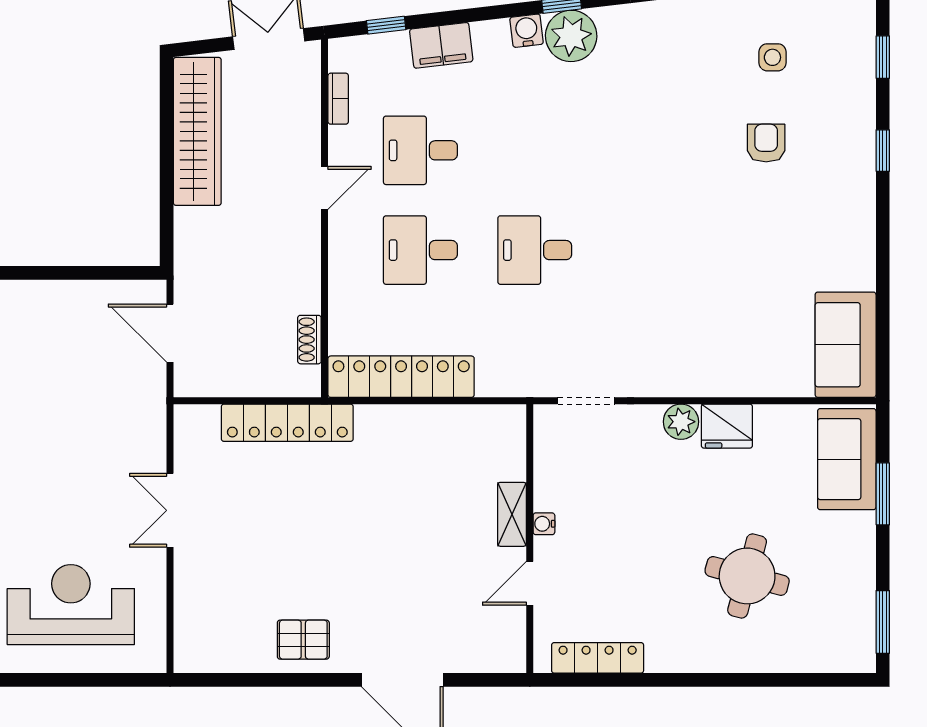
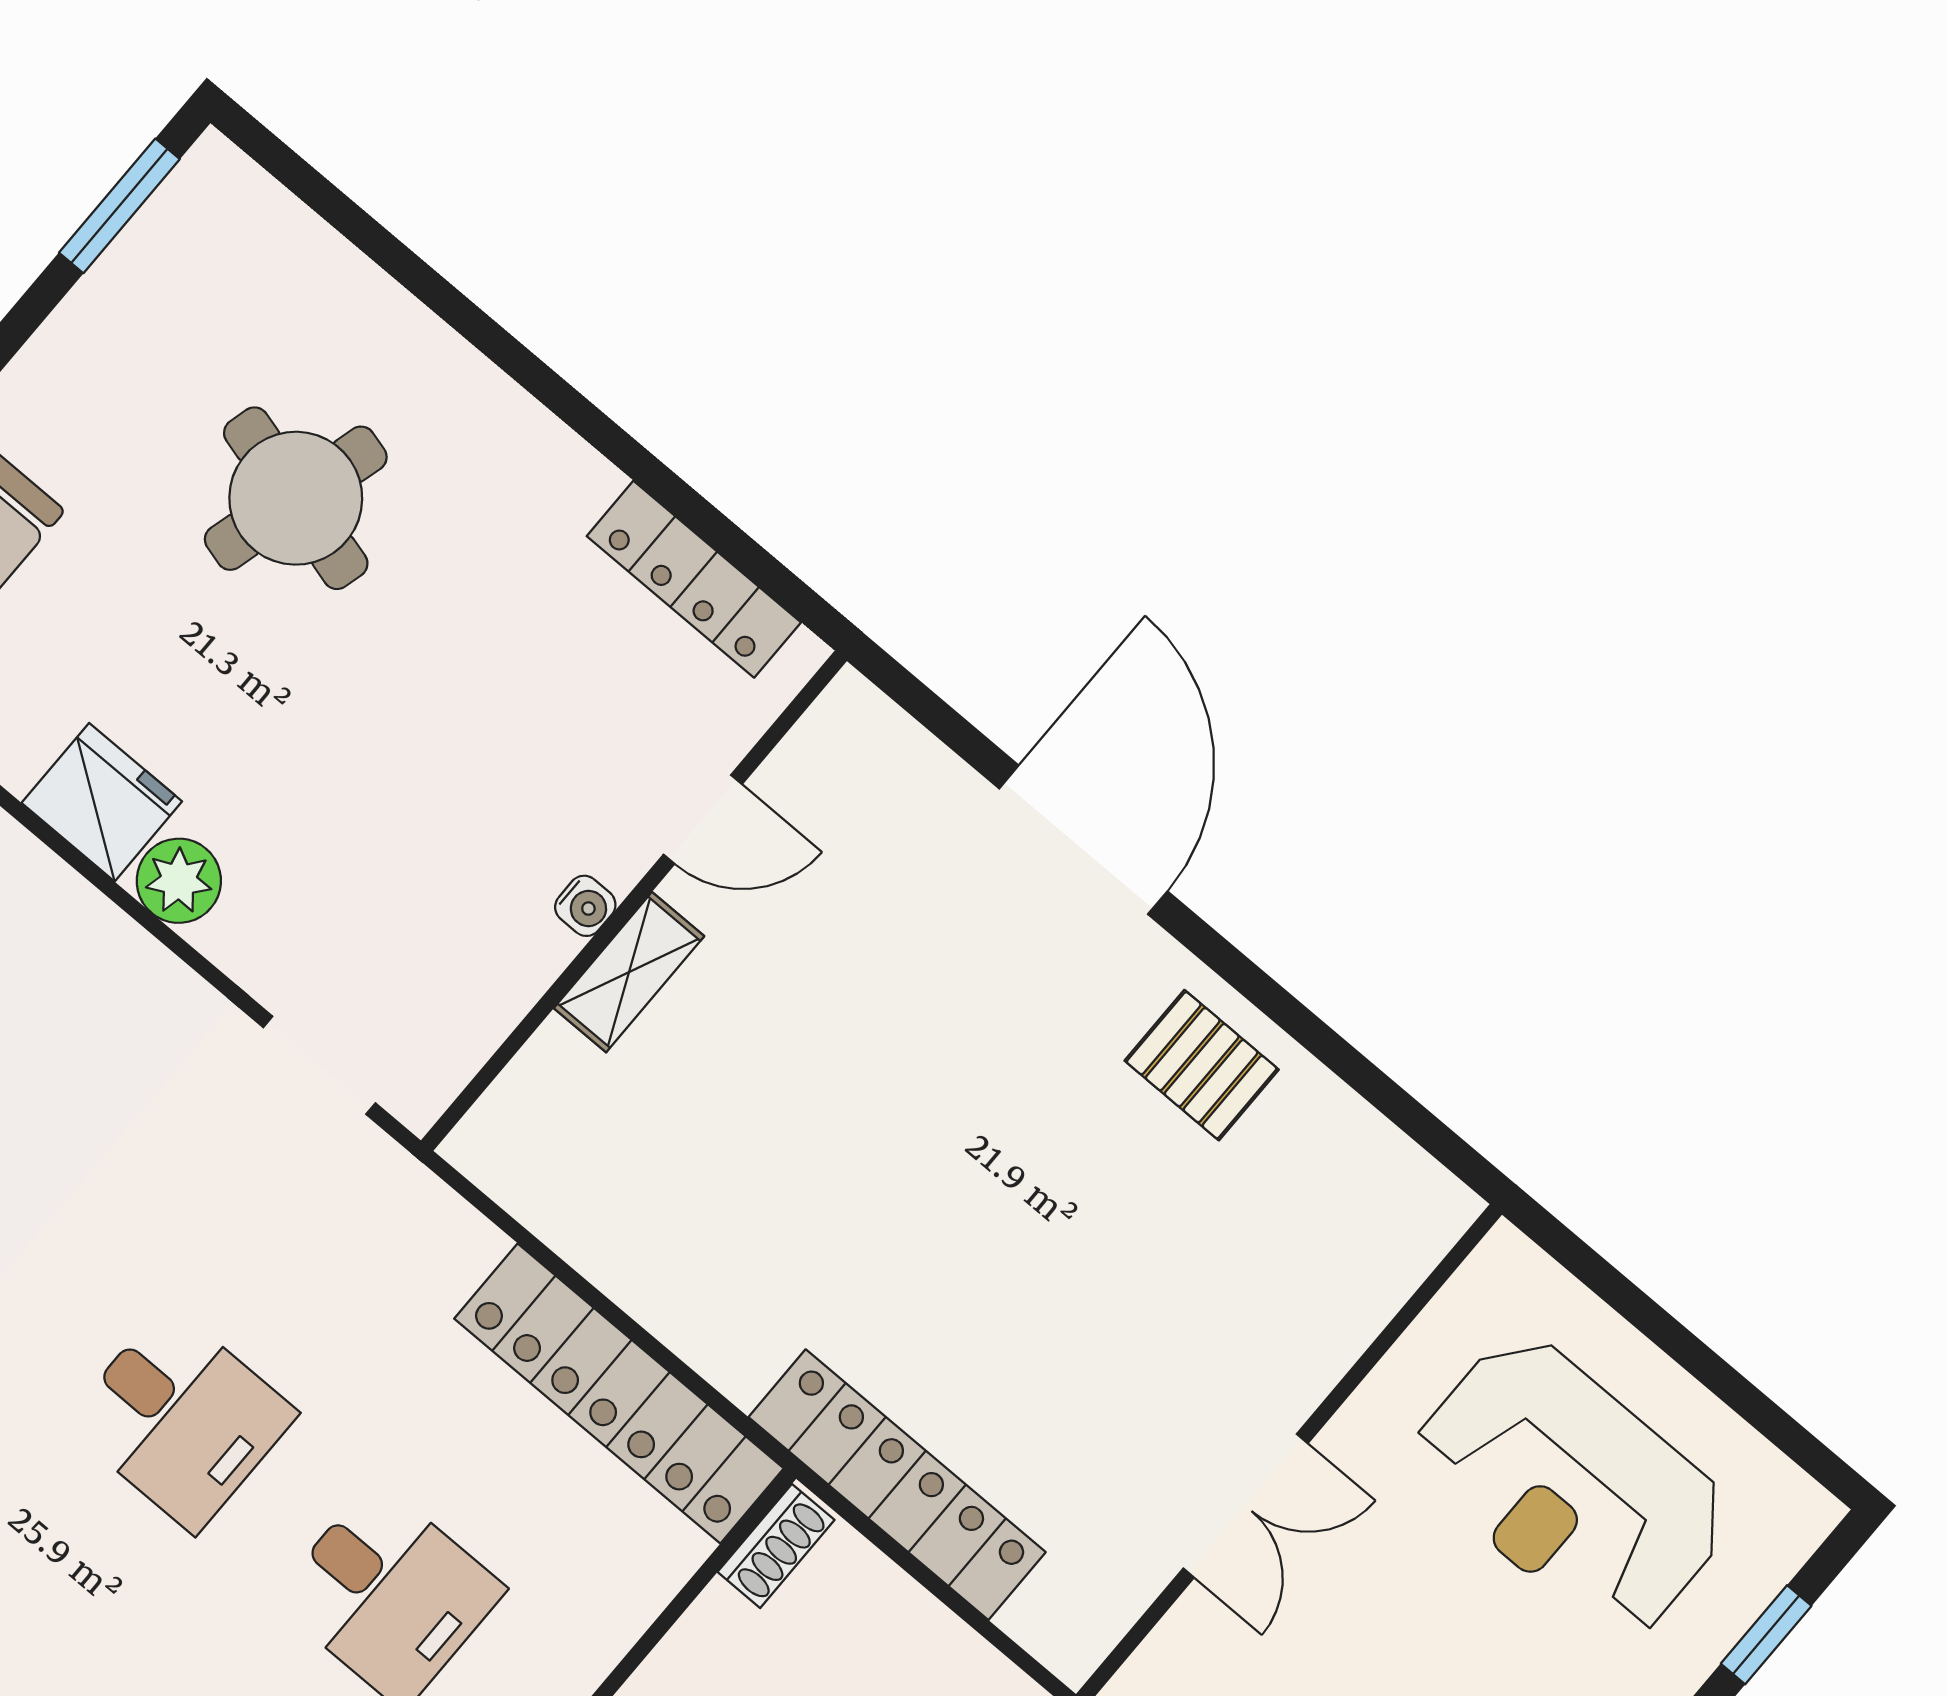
shoe rack: (309, 340) -> (776, 1546), moved

